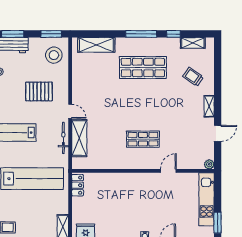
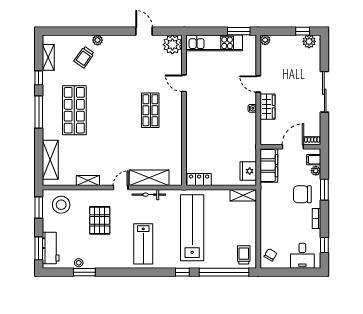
plant: (209, 89) -> (98, 40), added
shelving: (209, 106) -> (88, 180), moved
plant: (209, 164) -> (172, 45), width x1.87, depth x1.87

